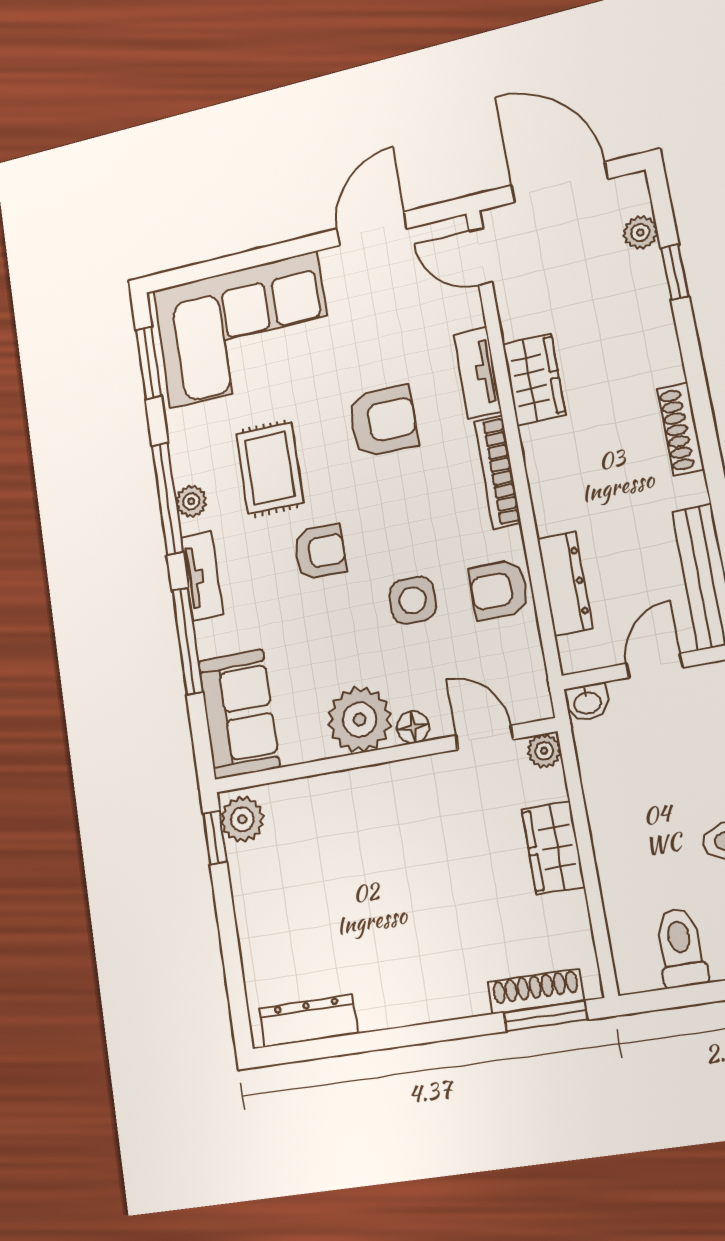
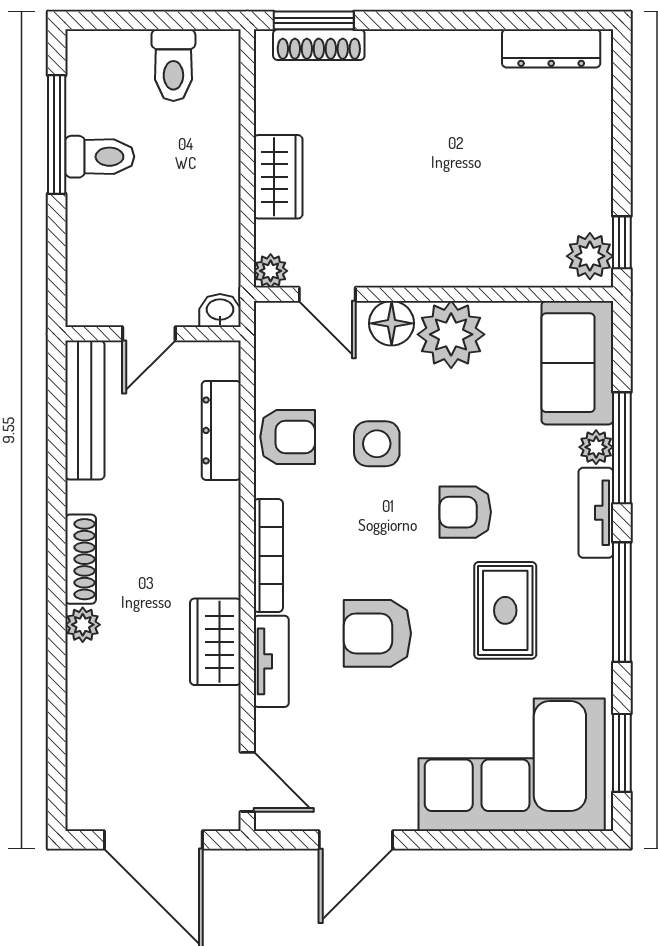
plant: (640, 233) -> (83, 625), moved
window: (675, 272) -> (57, 718), removed
plant: (191, 501) -> (596, 447), moved
floor lamp: (413, 727) -> (392, 323), width x1.37, depth x1.37

